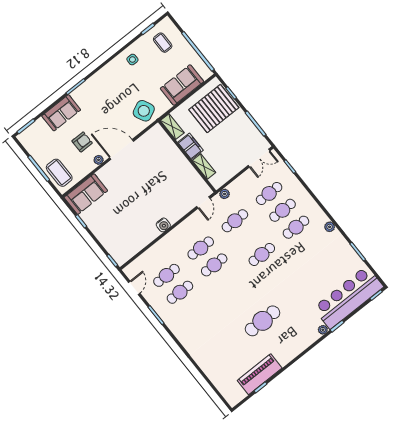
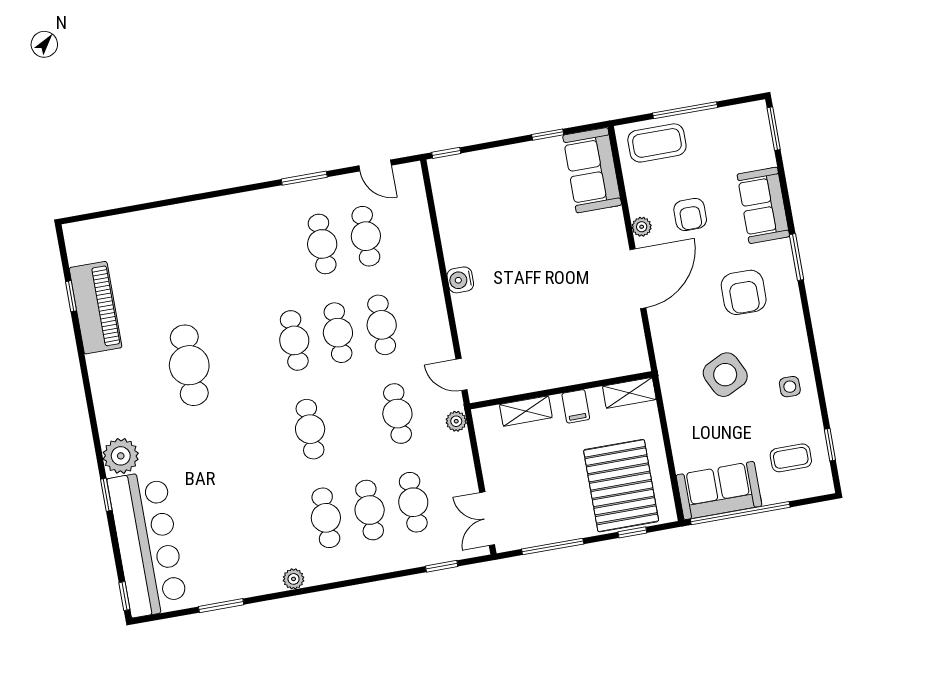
sofa: (182, 85) -> (719, 490), moved, turned -90
armchair: (103, 101) -> (744, 292), added
side table: (144, 111) -> (725, 375), moved
filing cabinet: (190, 146) -> (576, 406), width x0.50
cafe table: (228, 282) -> (294, 340), added
plant: (323, 330) -> (121, 456), width x1.87, depth x1.87

